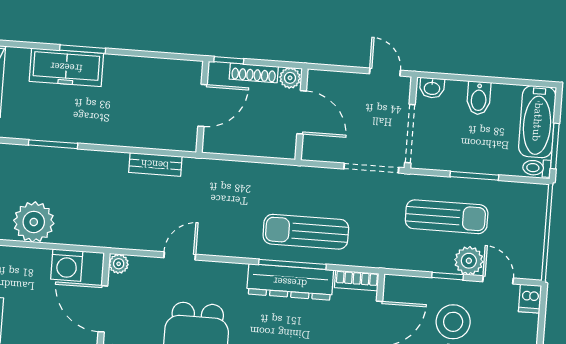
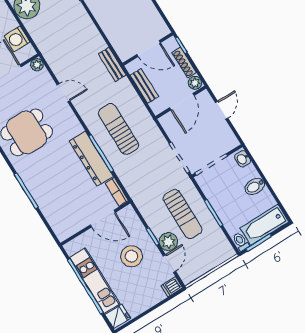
door: (385, 72) -> (222, 110), moved
bench: (246, 146) -> (144, 86), added
bench: (155, 164) -> (112, 64), moved
sun lounger: (306, 232) -> (118, 129), moved

